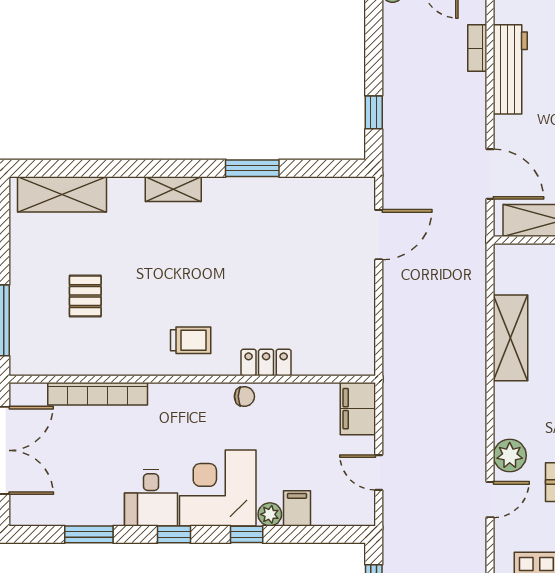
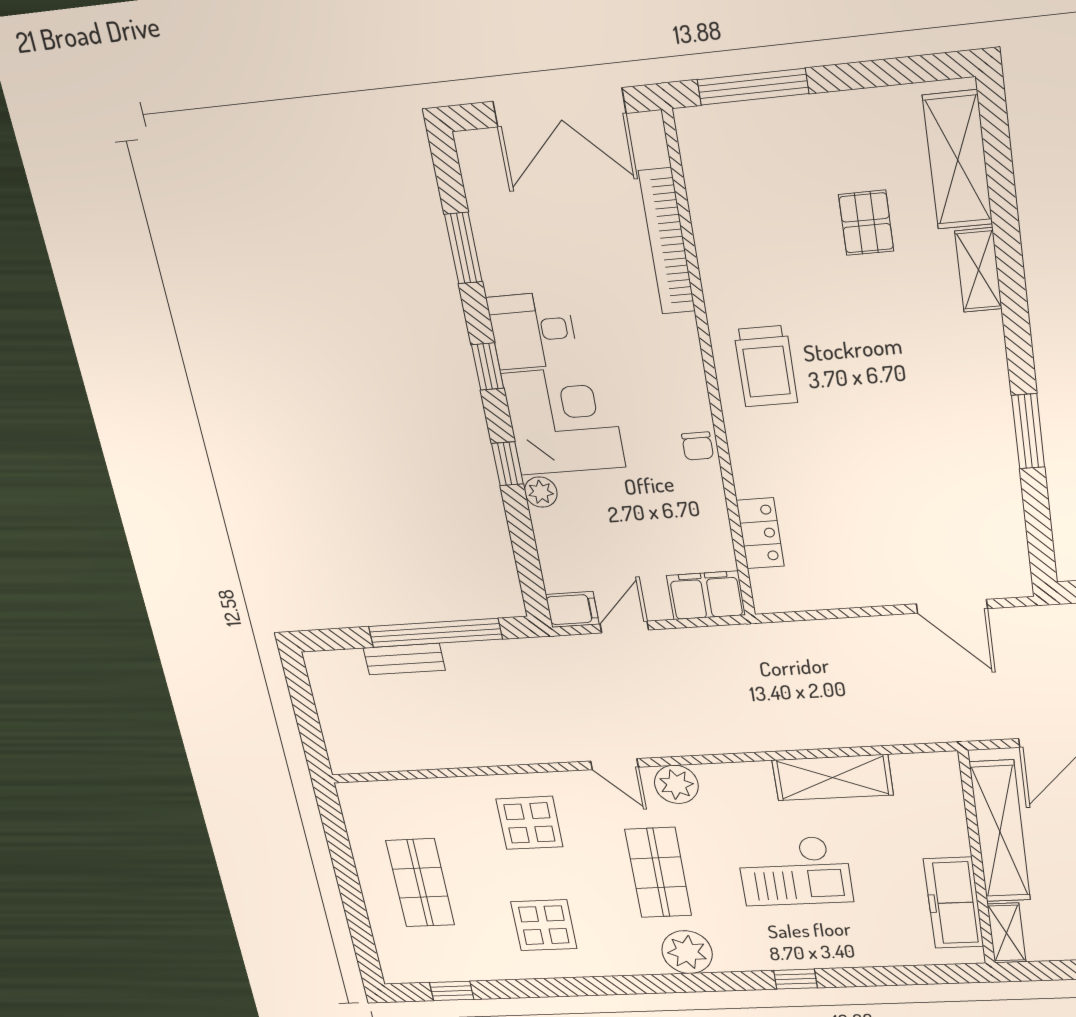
shelving: (173, 189) -> (978, 270), moved
pallet: (85, 296) -> (866, 223), moved, turned 90
trolley: (191, 340) -> (766, 366), width x1.36, depth x1.39
locker: (266, 362) -> (760, 533), moved
filing cabinet: (297, 508) -> (572, 609), moved

